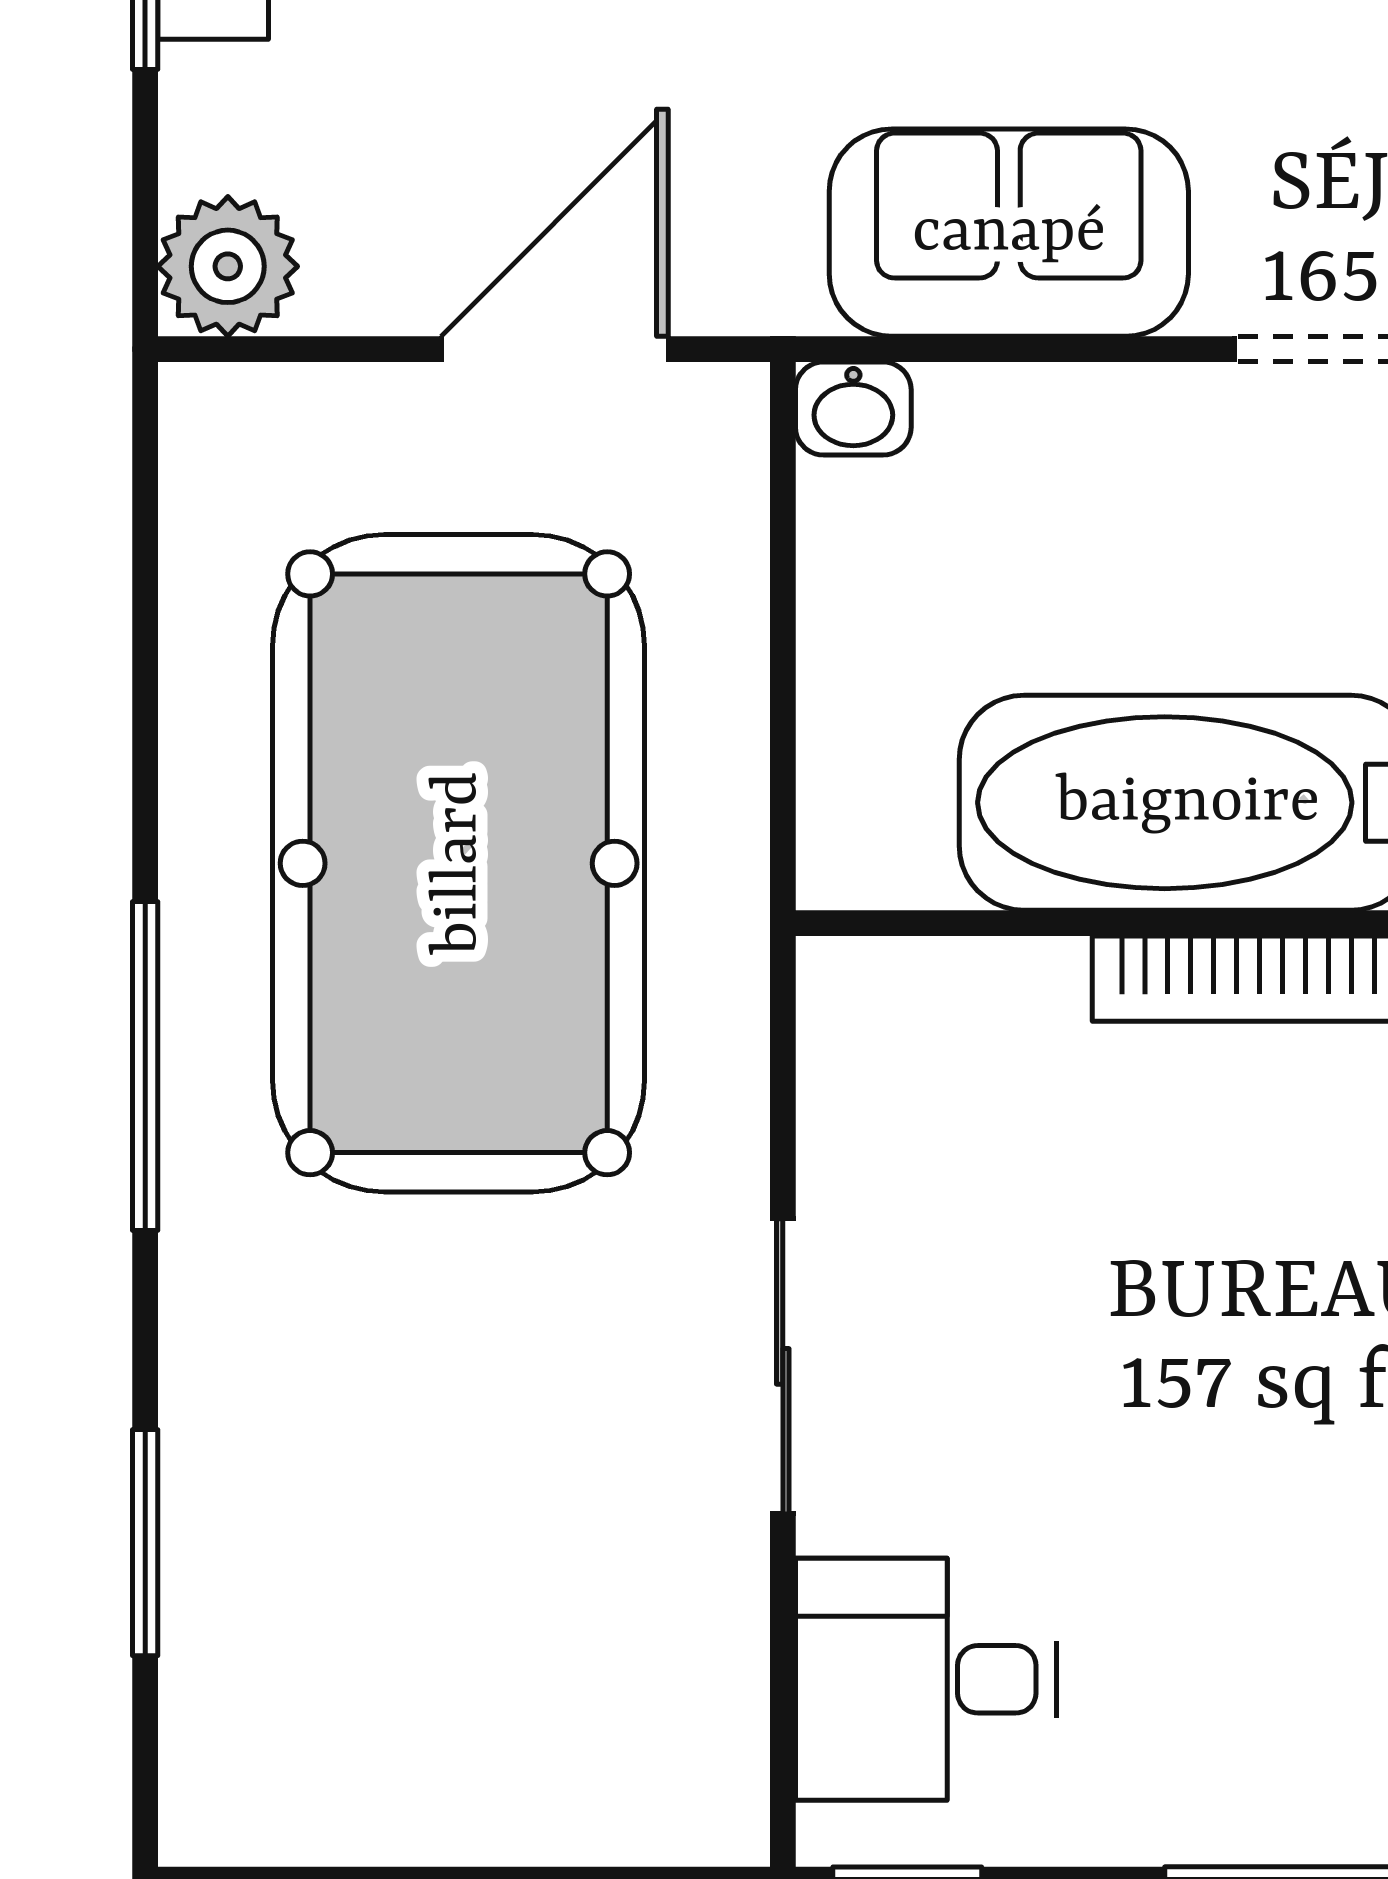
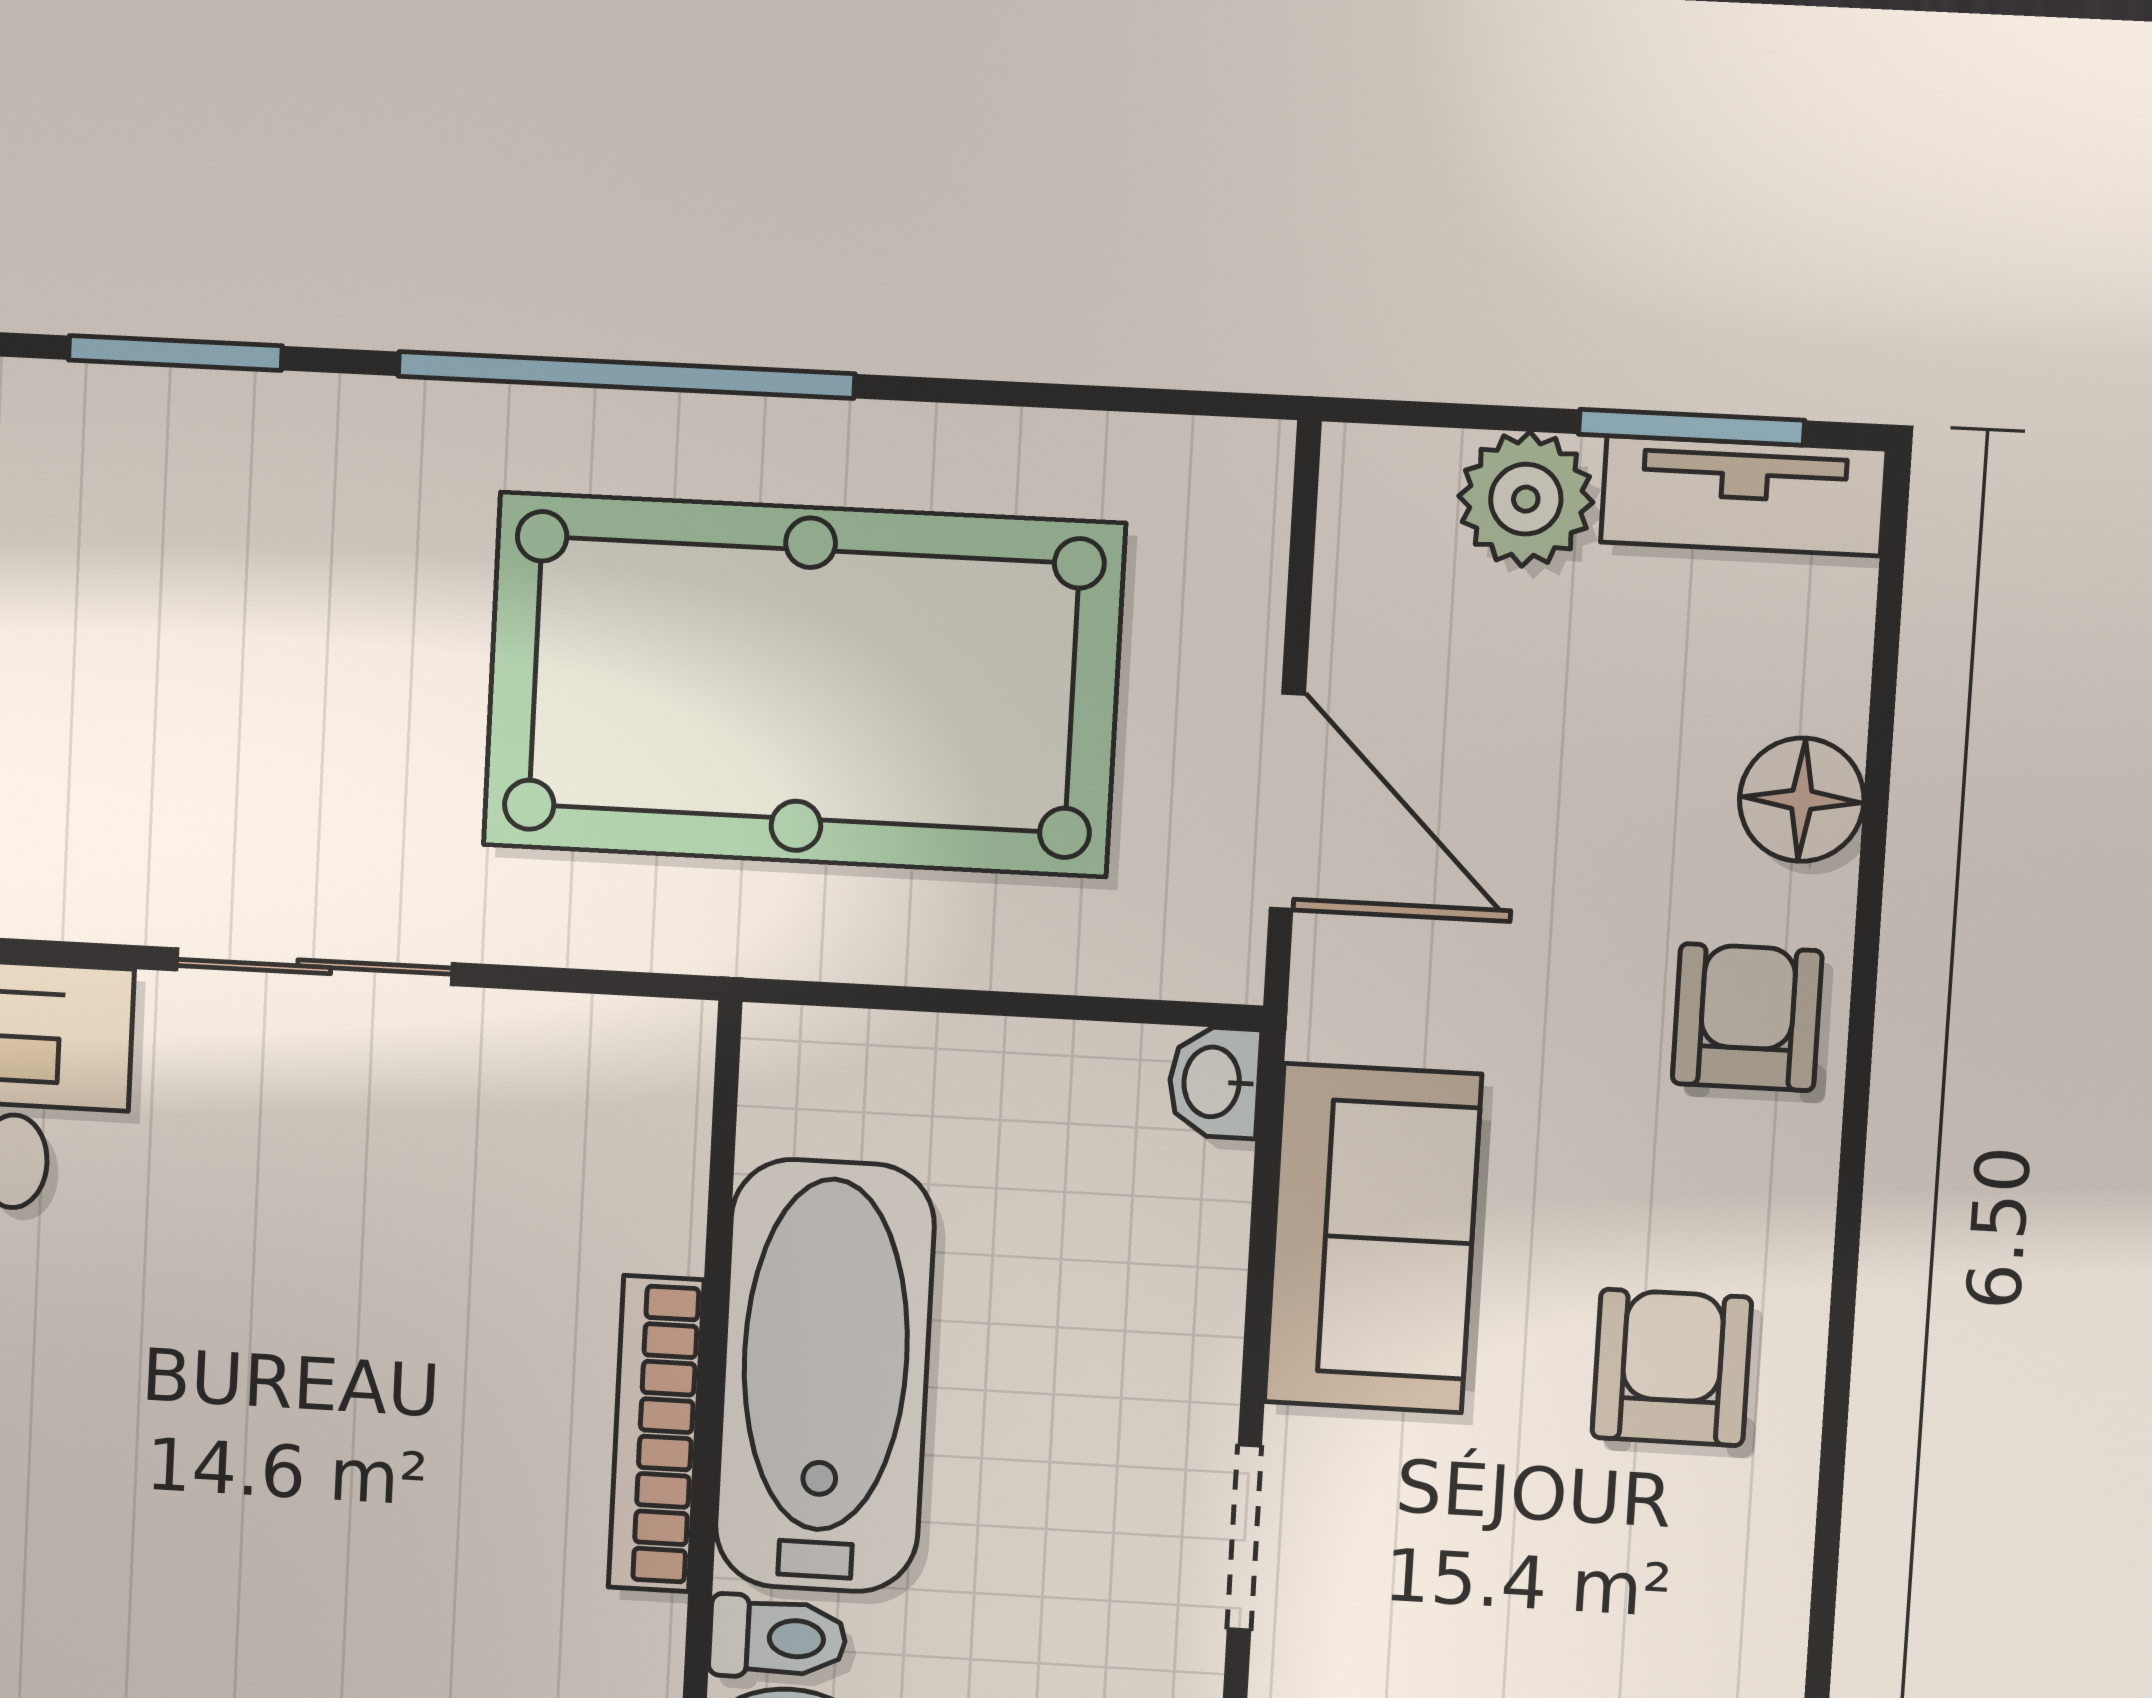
plant: (228, 266) -> (1526, 499), moved
window: (145, 1066) -> (626, 375), width x1.46

